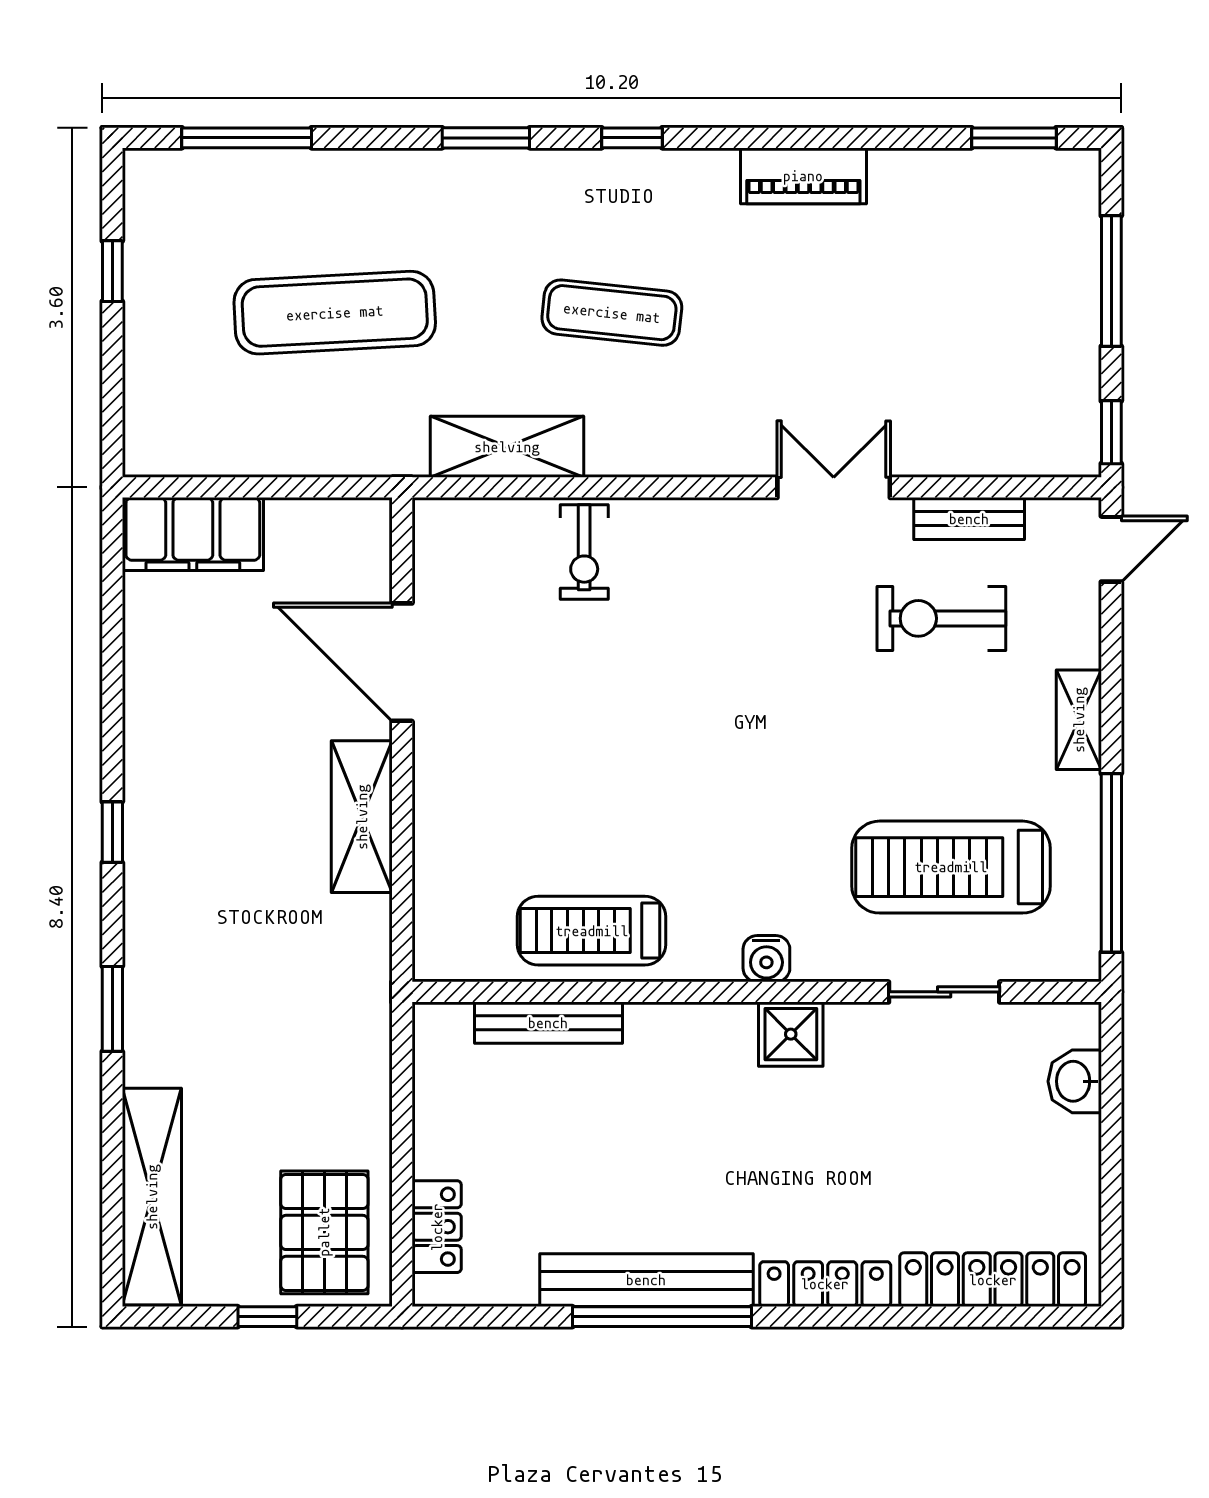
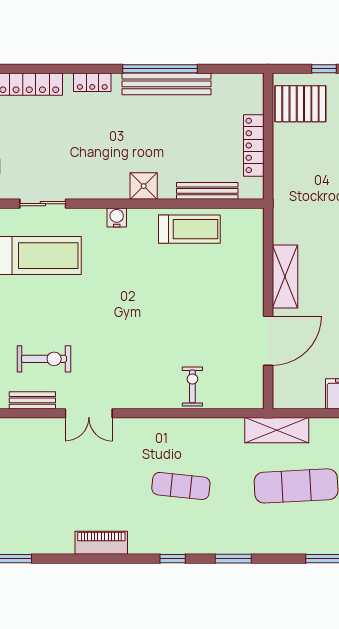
shelving: (507, 447) -> (277, 430), moved
door: (402, 662) -> (268, 341), hinge flipped
shower: (791, 1034) -> (144, 186), moved
locker: (437, 1227) -> (254, 145), moved, width x1.53
pallet: (324, 1232) -> (300, 104), turned 90
locker: (825, 1284) -> (92, 82), width x0.66

